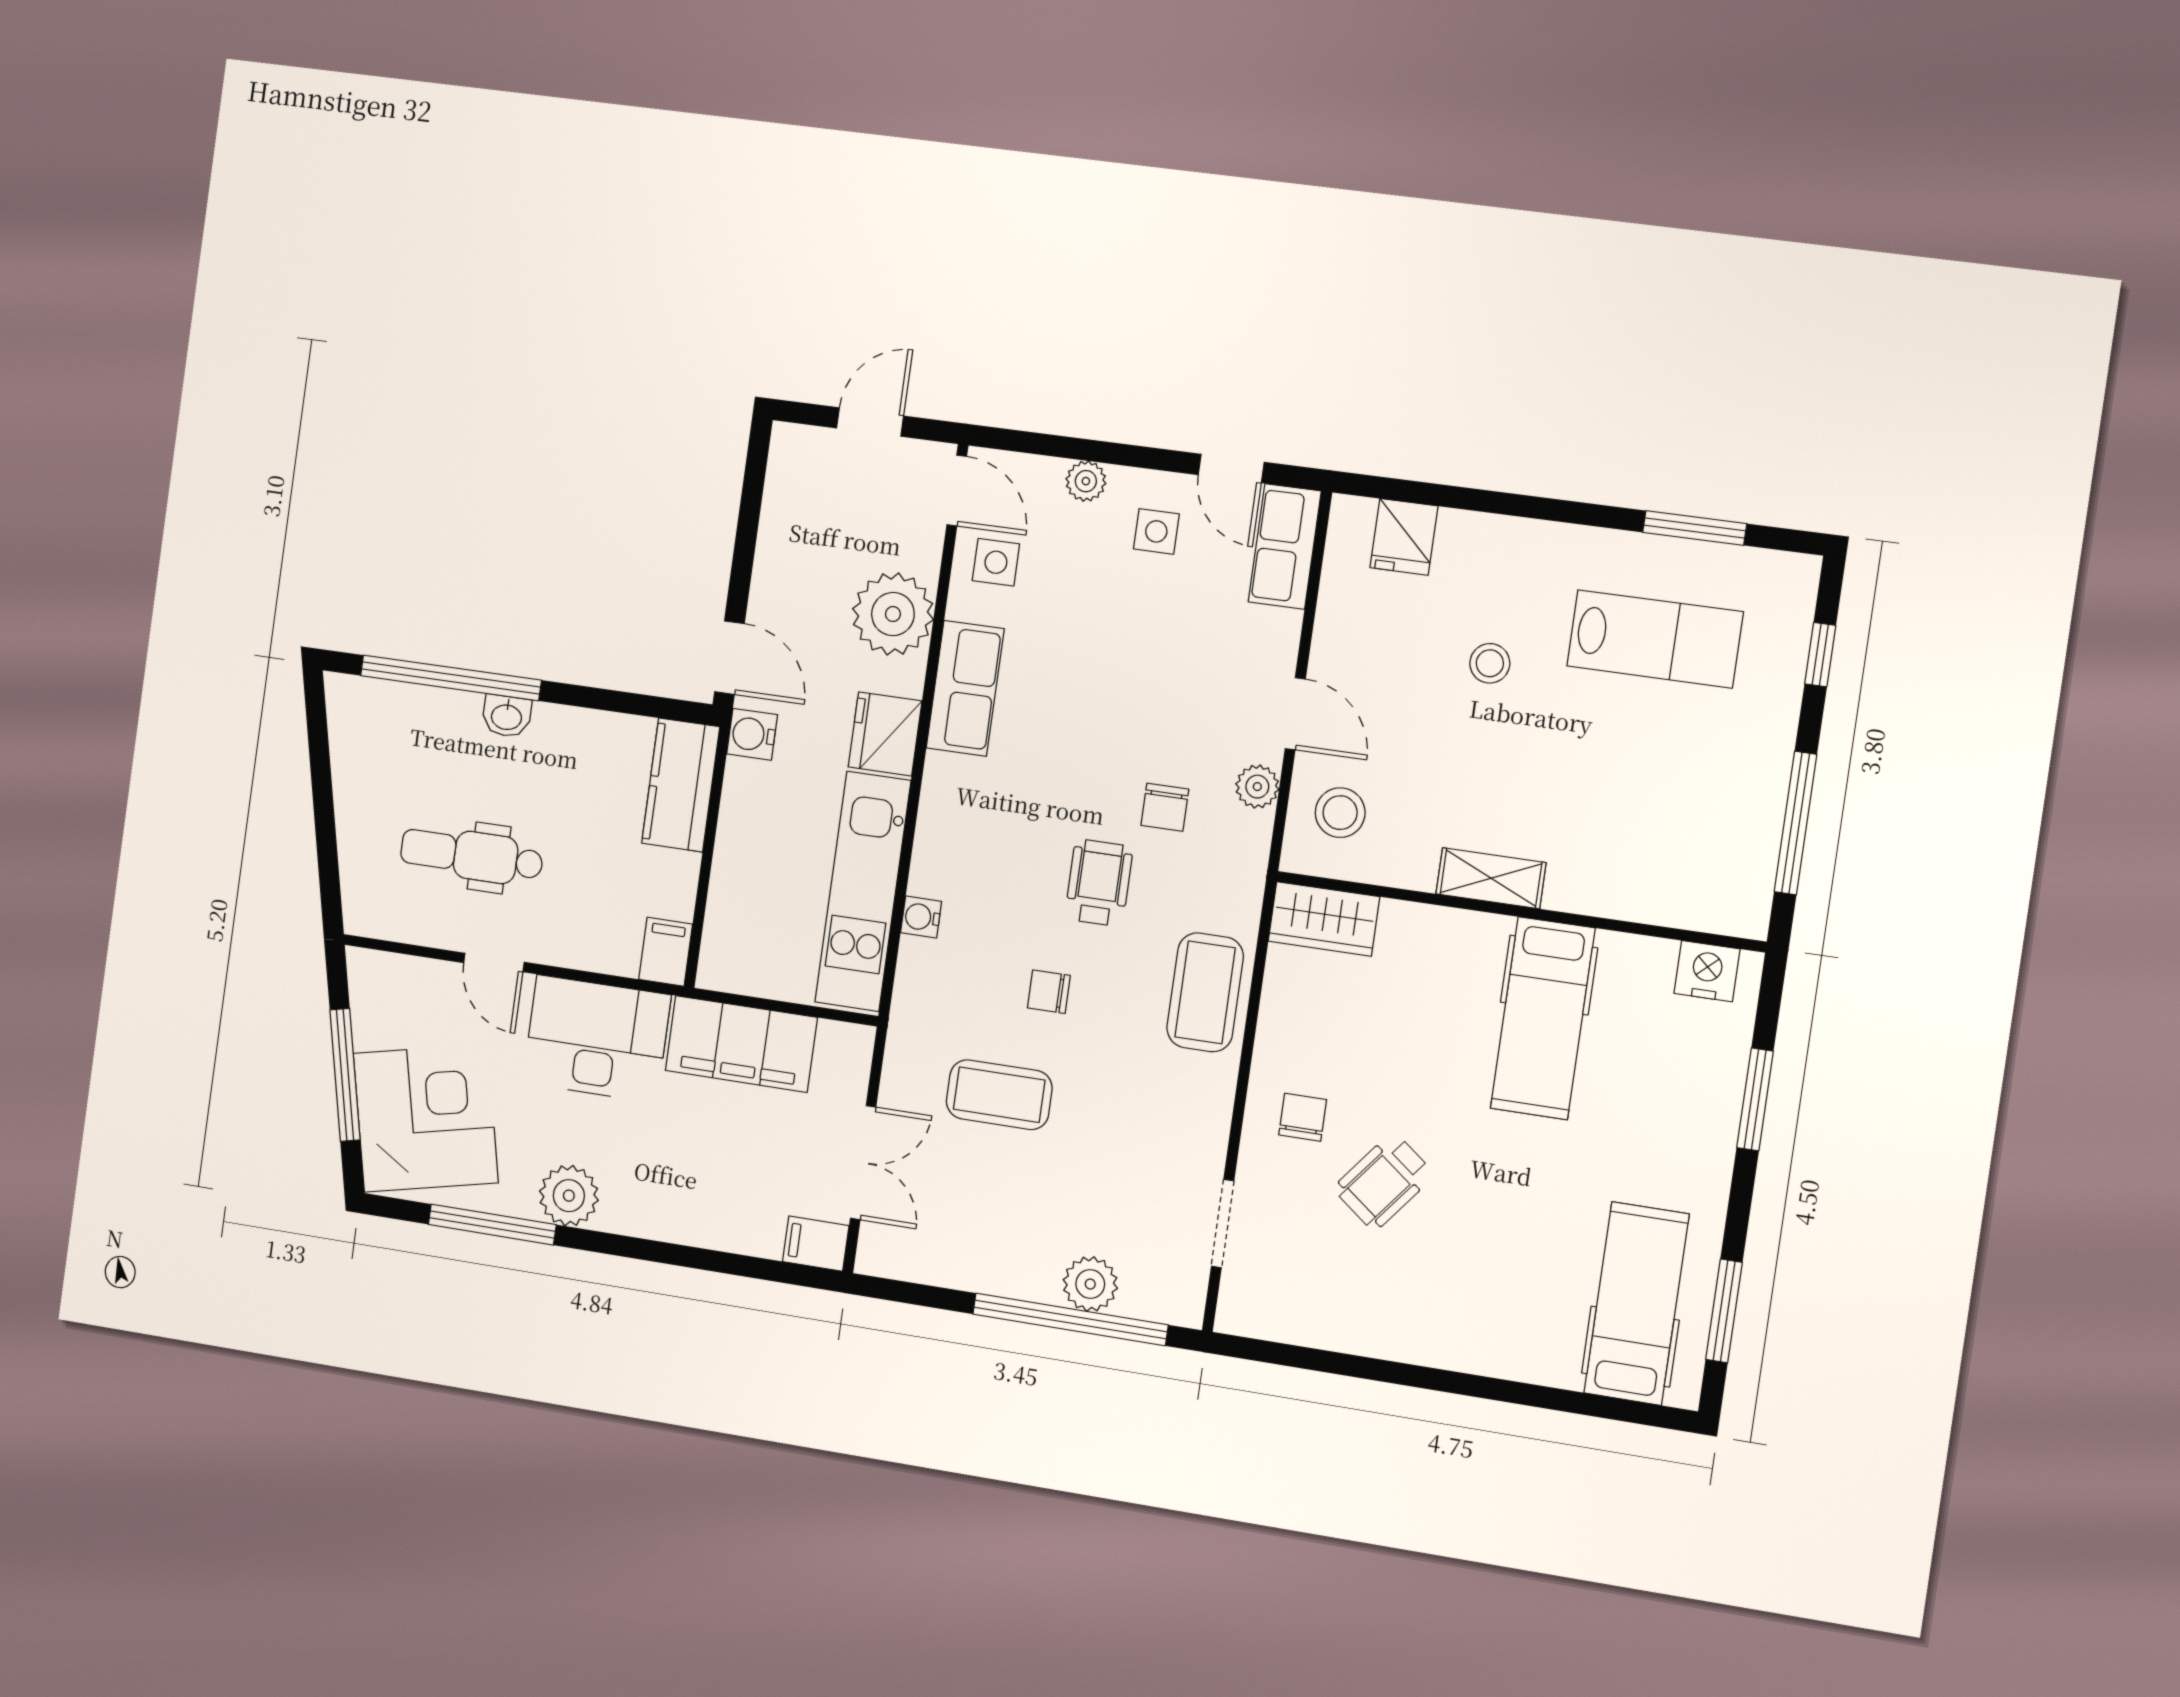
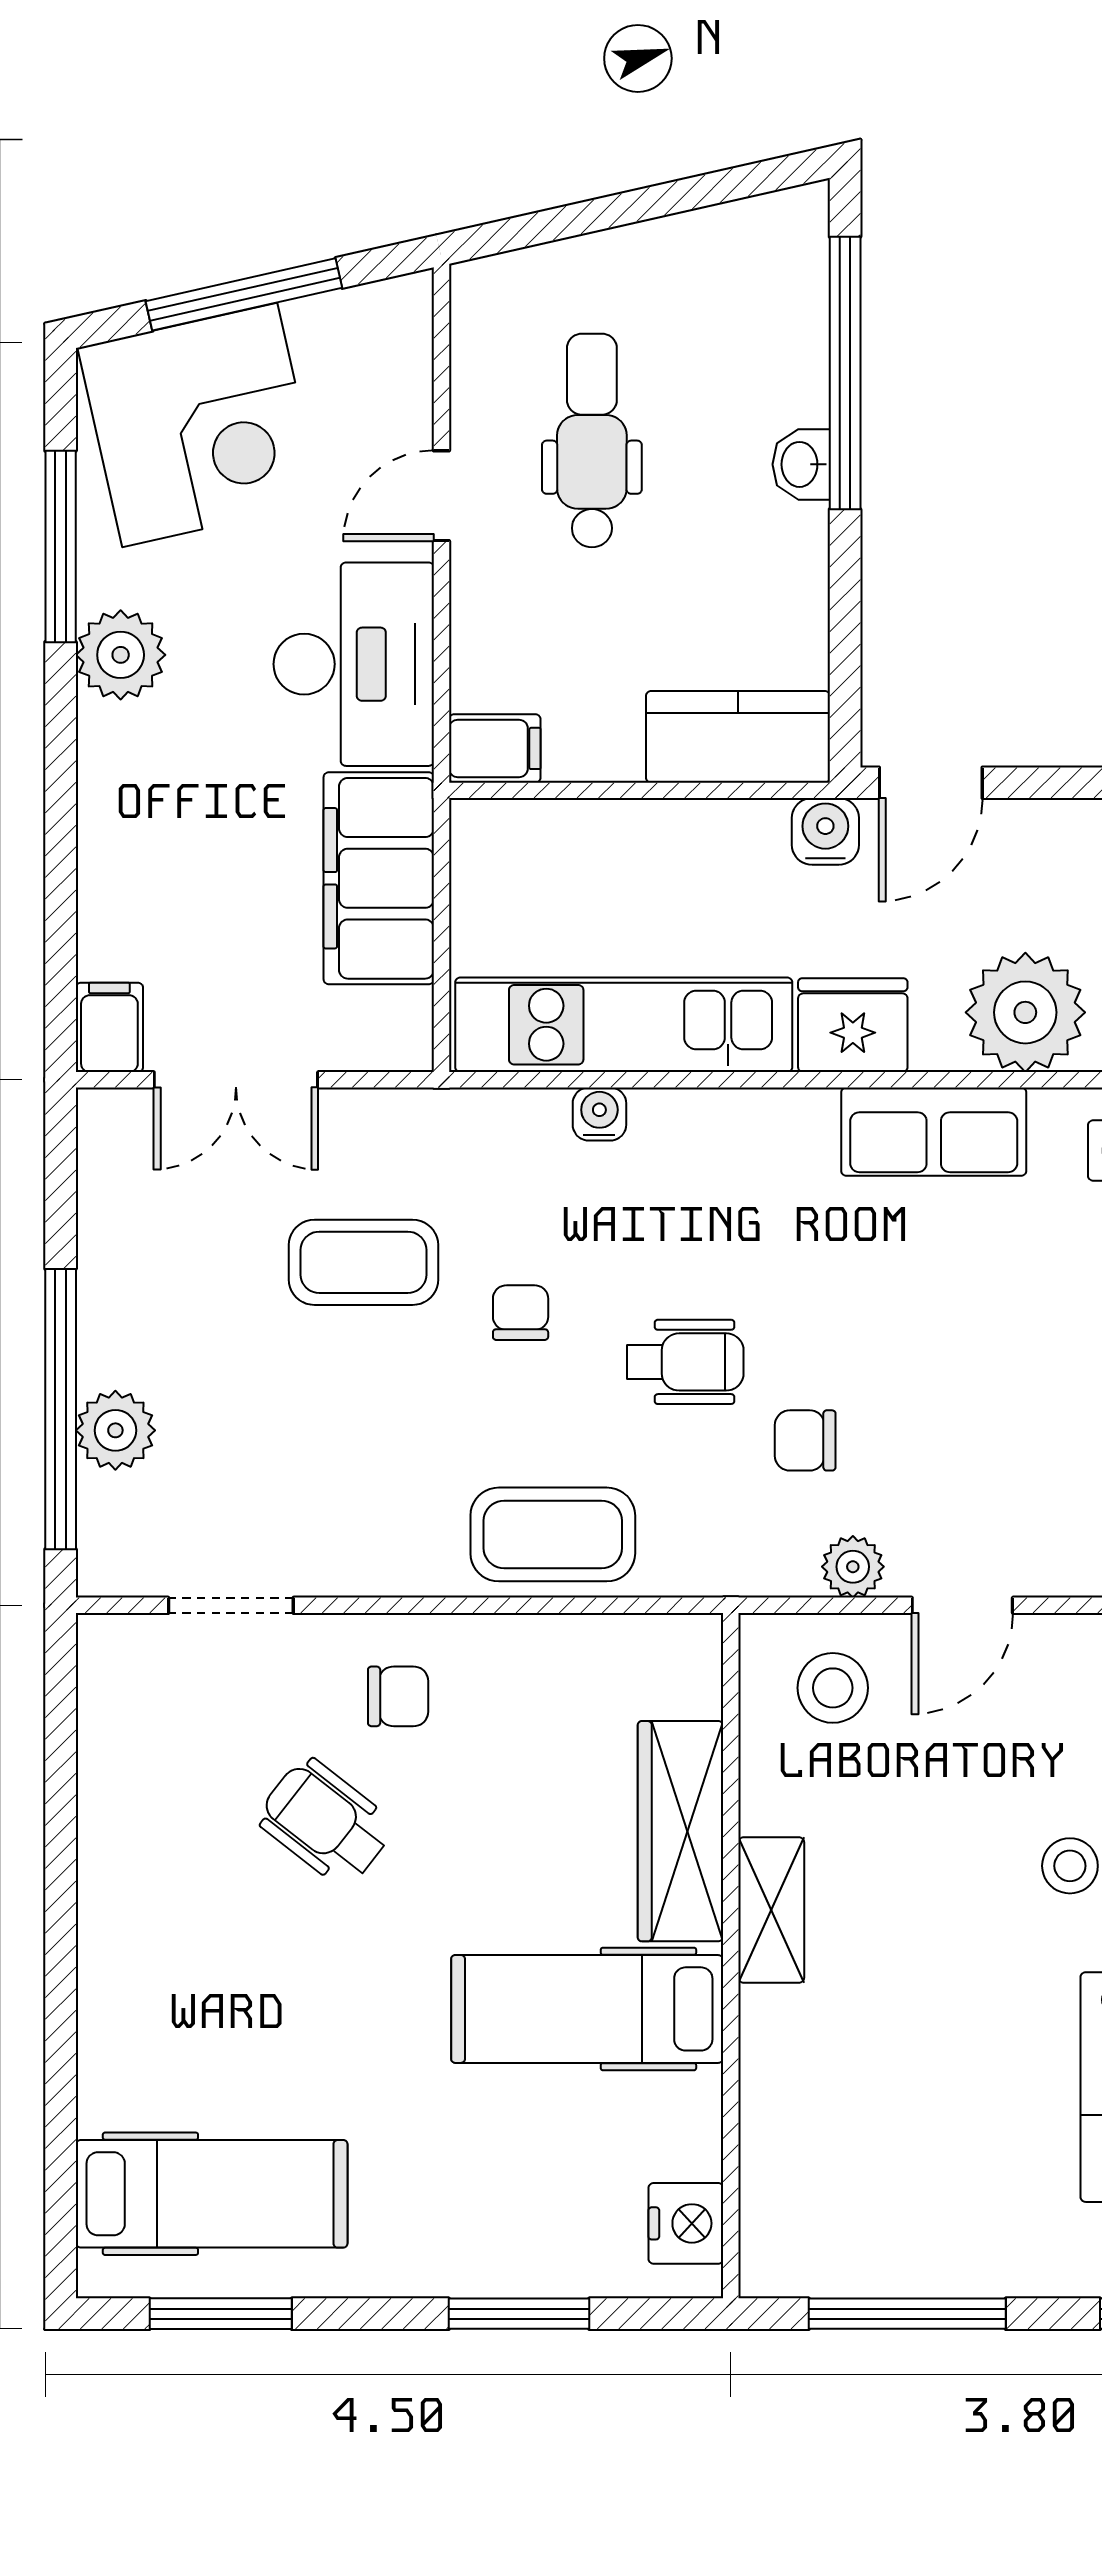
wardrobe: (1324, 919) -> (681, 1831), moved, width x1.50
coffee table: (999, 1095) -> (364, 1262), turned 90

